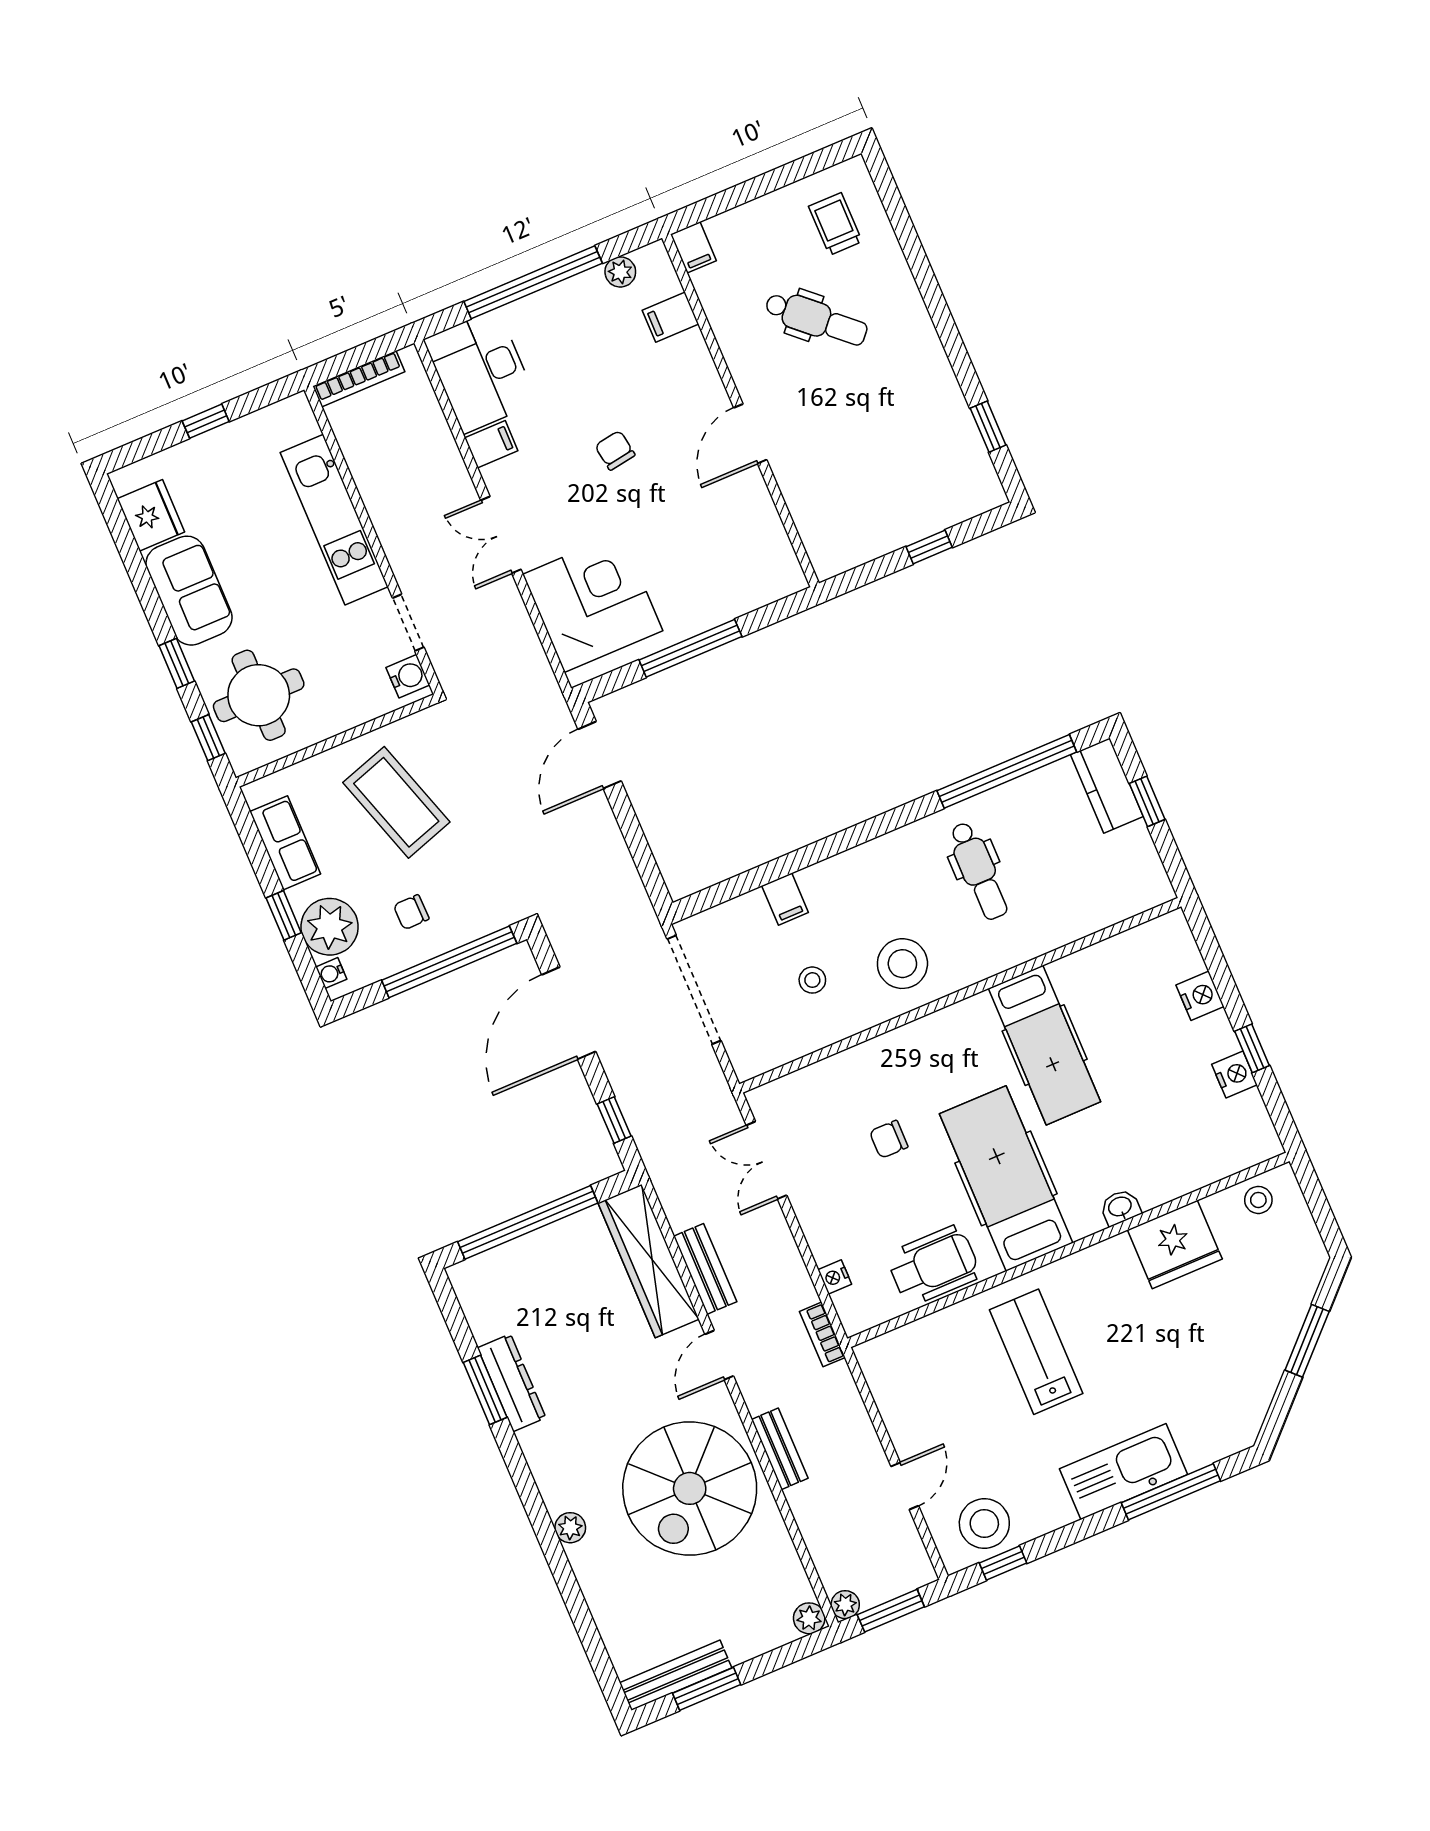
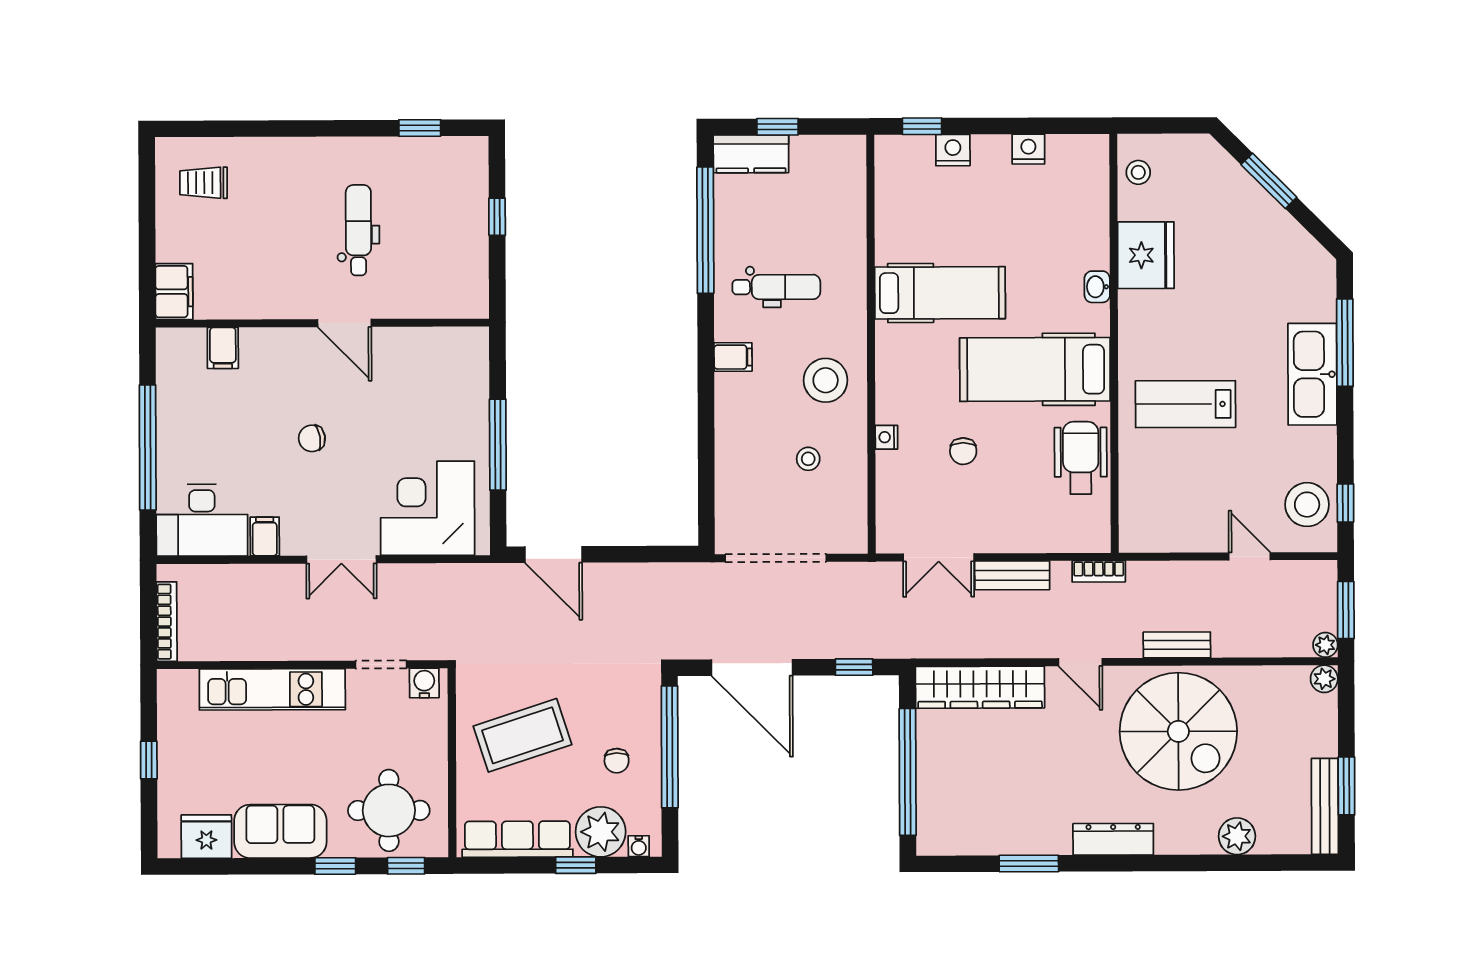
filing cabinet: (693, 247) -> (174, 292), width x2.00
plant: (620, 272) -> (169, 373), removed
dental chair: (816, 319) -> (358, 230), moved, turned -42
row of seats: (285, 843) -> (517, 839), width x1.48
filing cabinet: (785, 899) -> (733, 357), moved
window: (1252, 1048) -> (922, 126), moved
bench: (705, 1269) -> (1012, 575), moved
nightstand: (835, 1277) -> (886, 437), moved, turned 90
dresser: (512, 1383) -> (1113, 839), moved
plant: (570, 1528) -> (1237, 836), moved, width x1.38, depth x1.38

